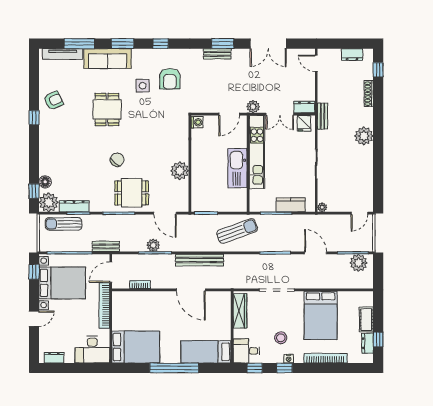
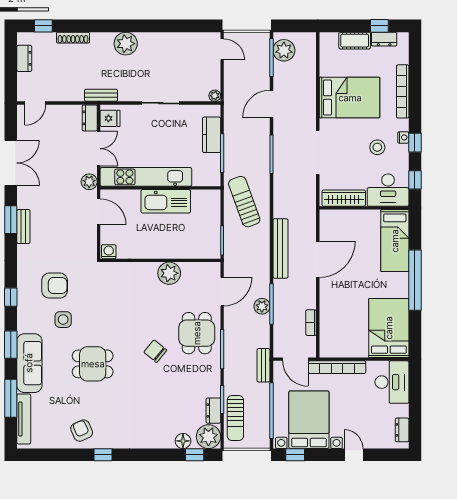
dresser: (74, 206) -> (213, 411), width x0.70
desk: (246, 351) -> (388, 190), width x1.37

